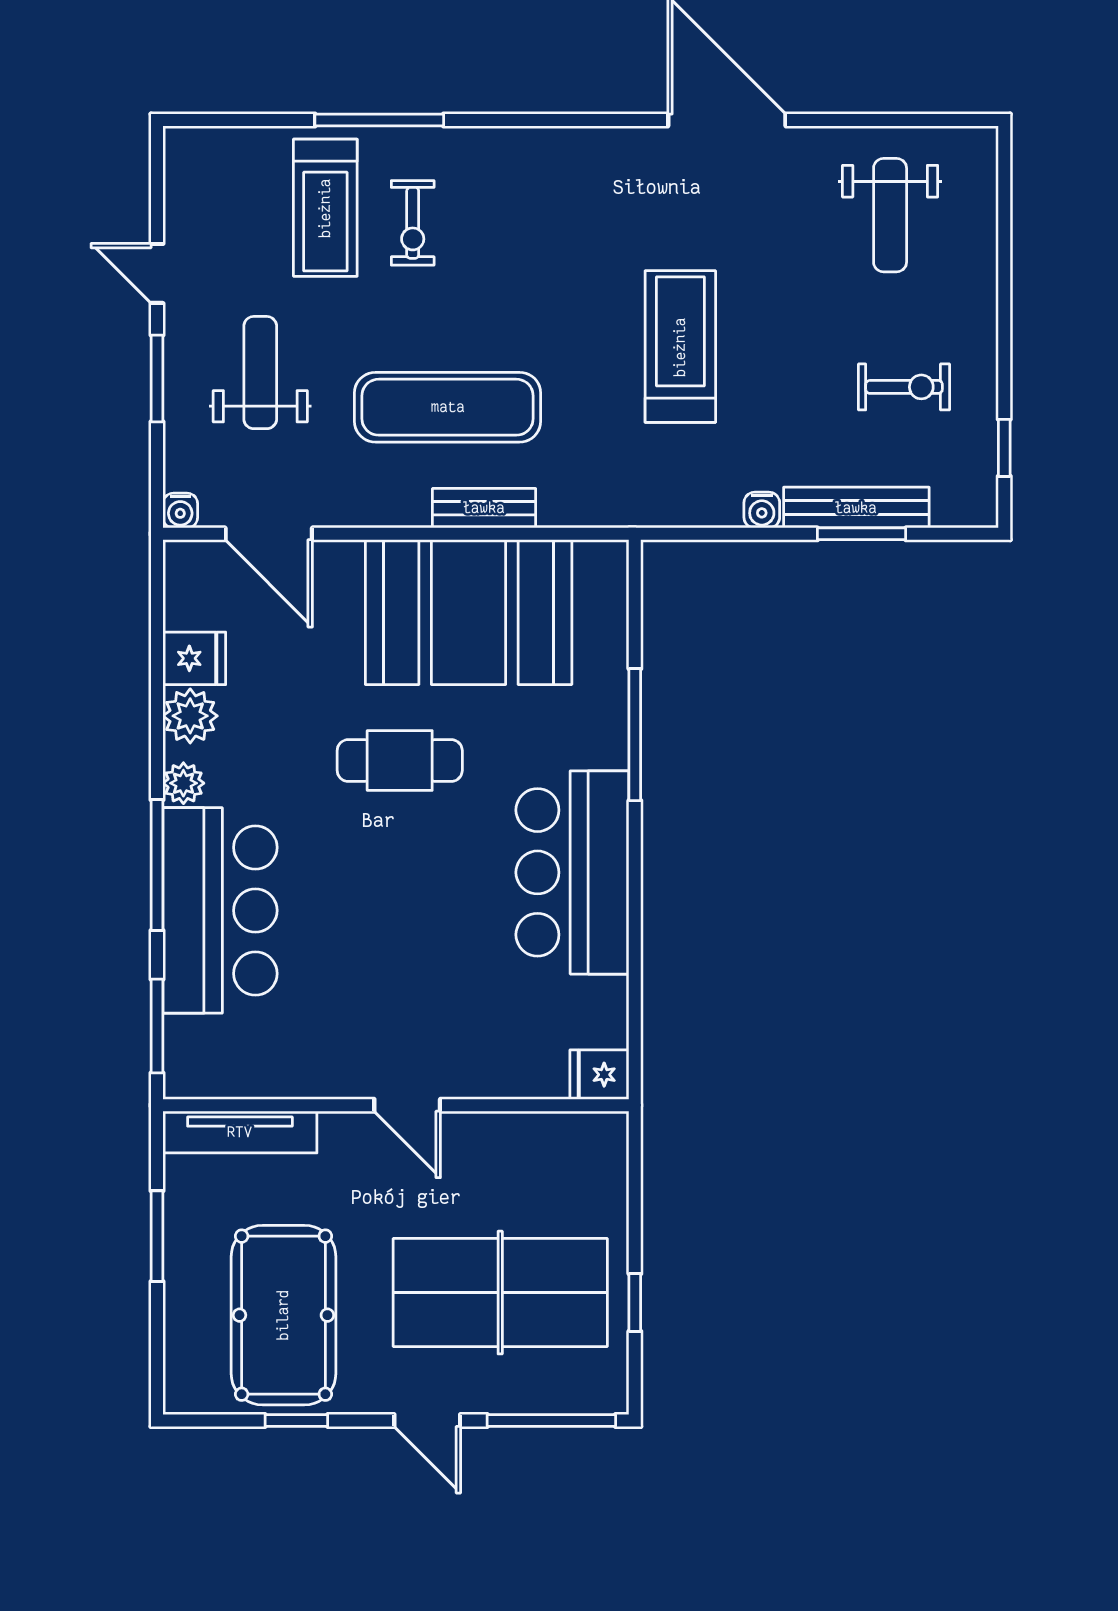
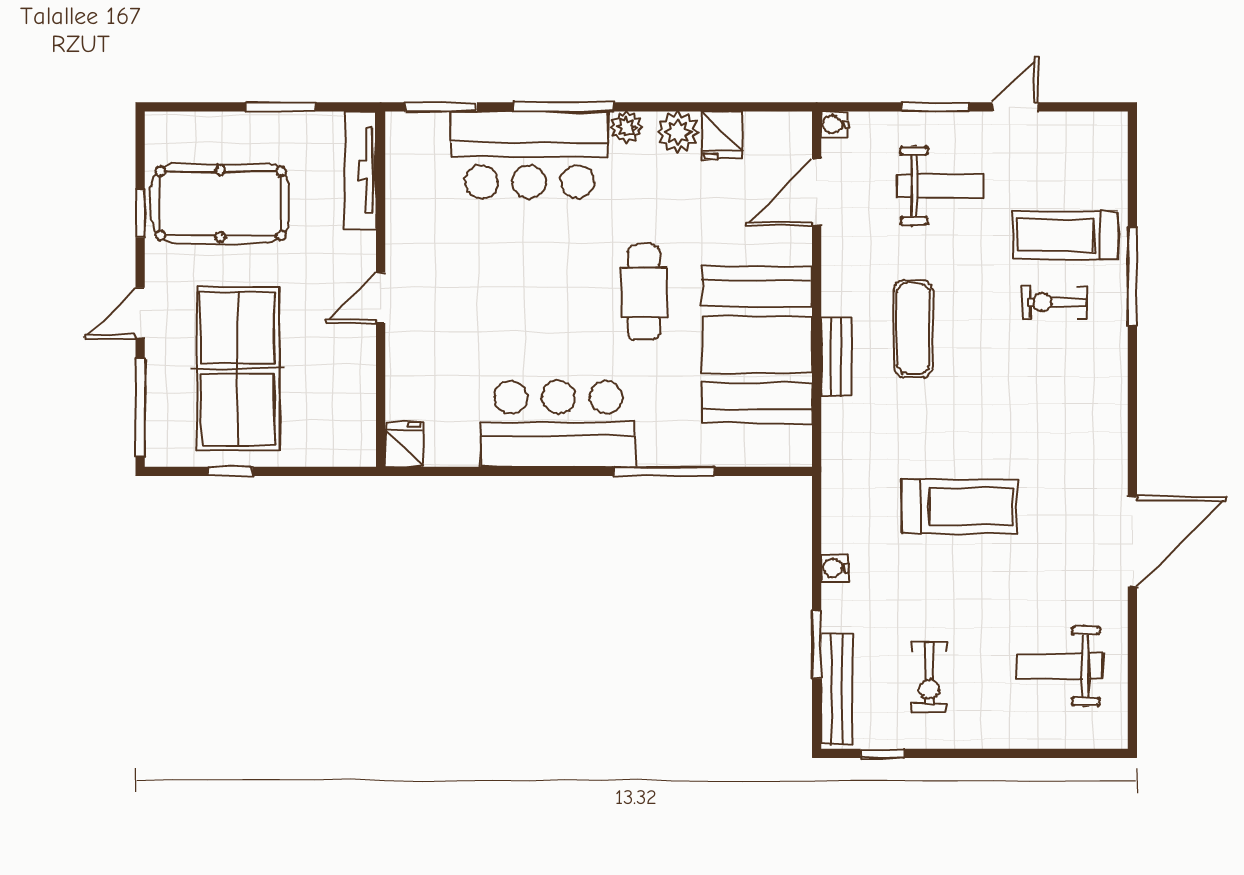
exercise mat: (448, 407) -> (913, 329), width x0.73, depth x0.69
bench: (856, 508) -> (837, 689), moved

